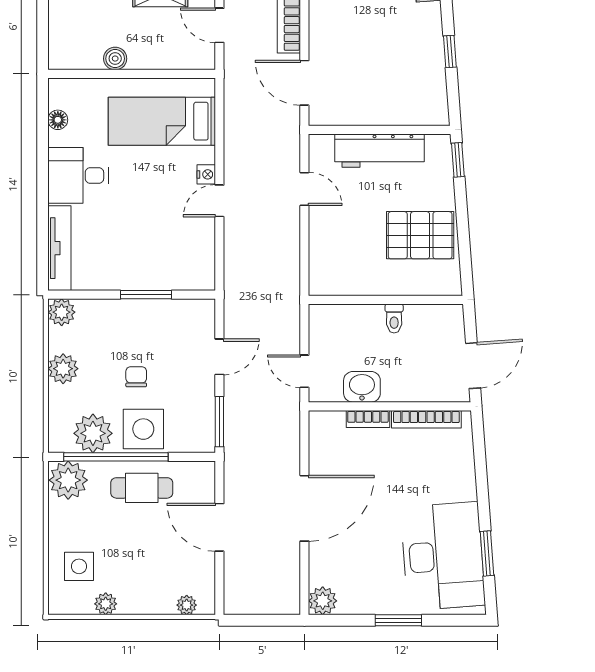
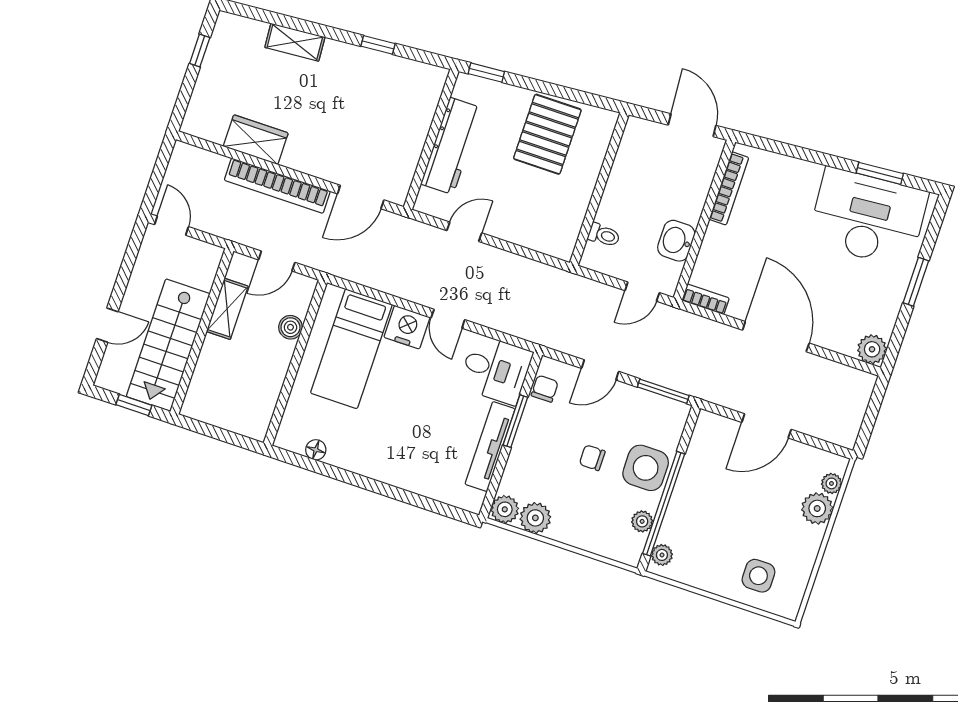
boiler: (115, 59) -> (290, 327), moved
nightstand: (206, 174) -> (407, 327), width x1.89, depth x1.79
desk: (78, 175) -> (496, 369), moved, turned -90
tv unit: (59, 248) -> (490, 446), moved, turned -90
chair: (185, 312) -> (545, 389), added
toilet: (394, 319) -> (604, 235), moved
door: (219, 357) -> (600, 370), swing flipped
plant: (63, 369) -> (535, 518), moved
bookcase: (368, 419) -> (705, 299), moved, turned -90
plant: (93, 433) -> (642, 521), width x0.53, depth x0.53
plant: (68, 480) -> (662, 555), width x0.53, depth x0.53
cafe table: (142, 488) -> (703, 489), removed
plant: (106, 604) -> (817, 508), moved, width x1.38, depth x1.38

